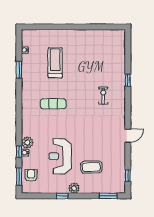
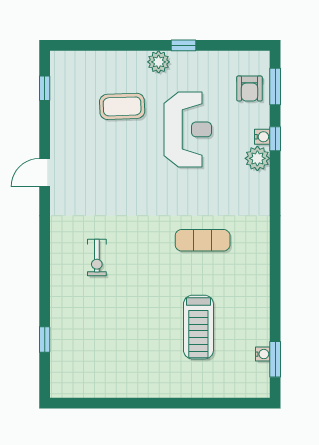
window: (19, 70) -> (275, 359), moved
window: (128, 80) -> (45, 340), moved
window: (108, 196) -> (87, 45), removed

